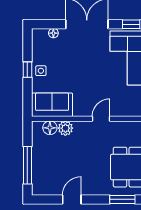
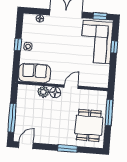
floor lamp: (50, 128) -> (55, 92), moved
door: (72, 199) -> (26, 145), moved
window: (122, 199) -> (67, 149), moved

